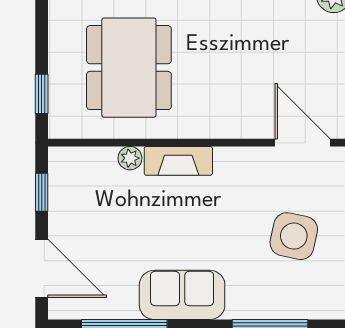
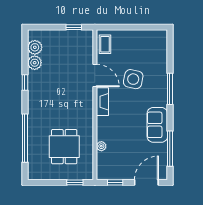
dining table: (129, 68) -> (64, 147), width x0.73
door: (303, 143) -> (95, 76), swing flipped
fireplace: (178, 161) -> (102, 102), moved

